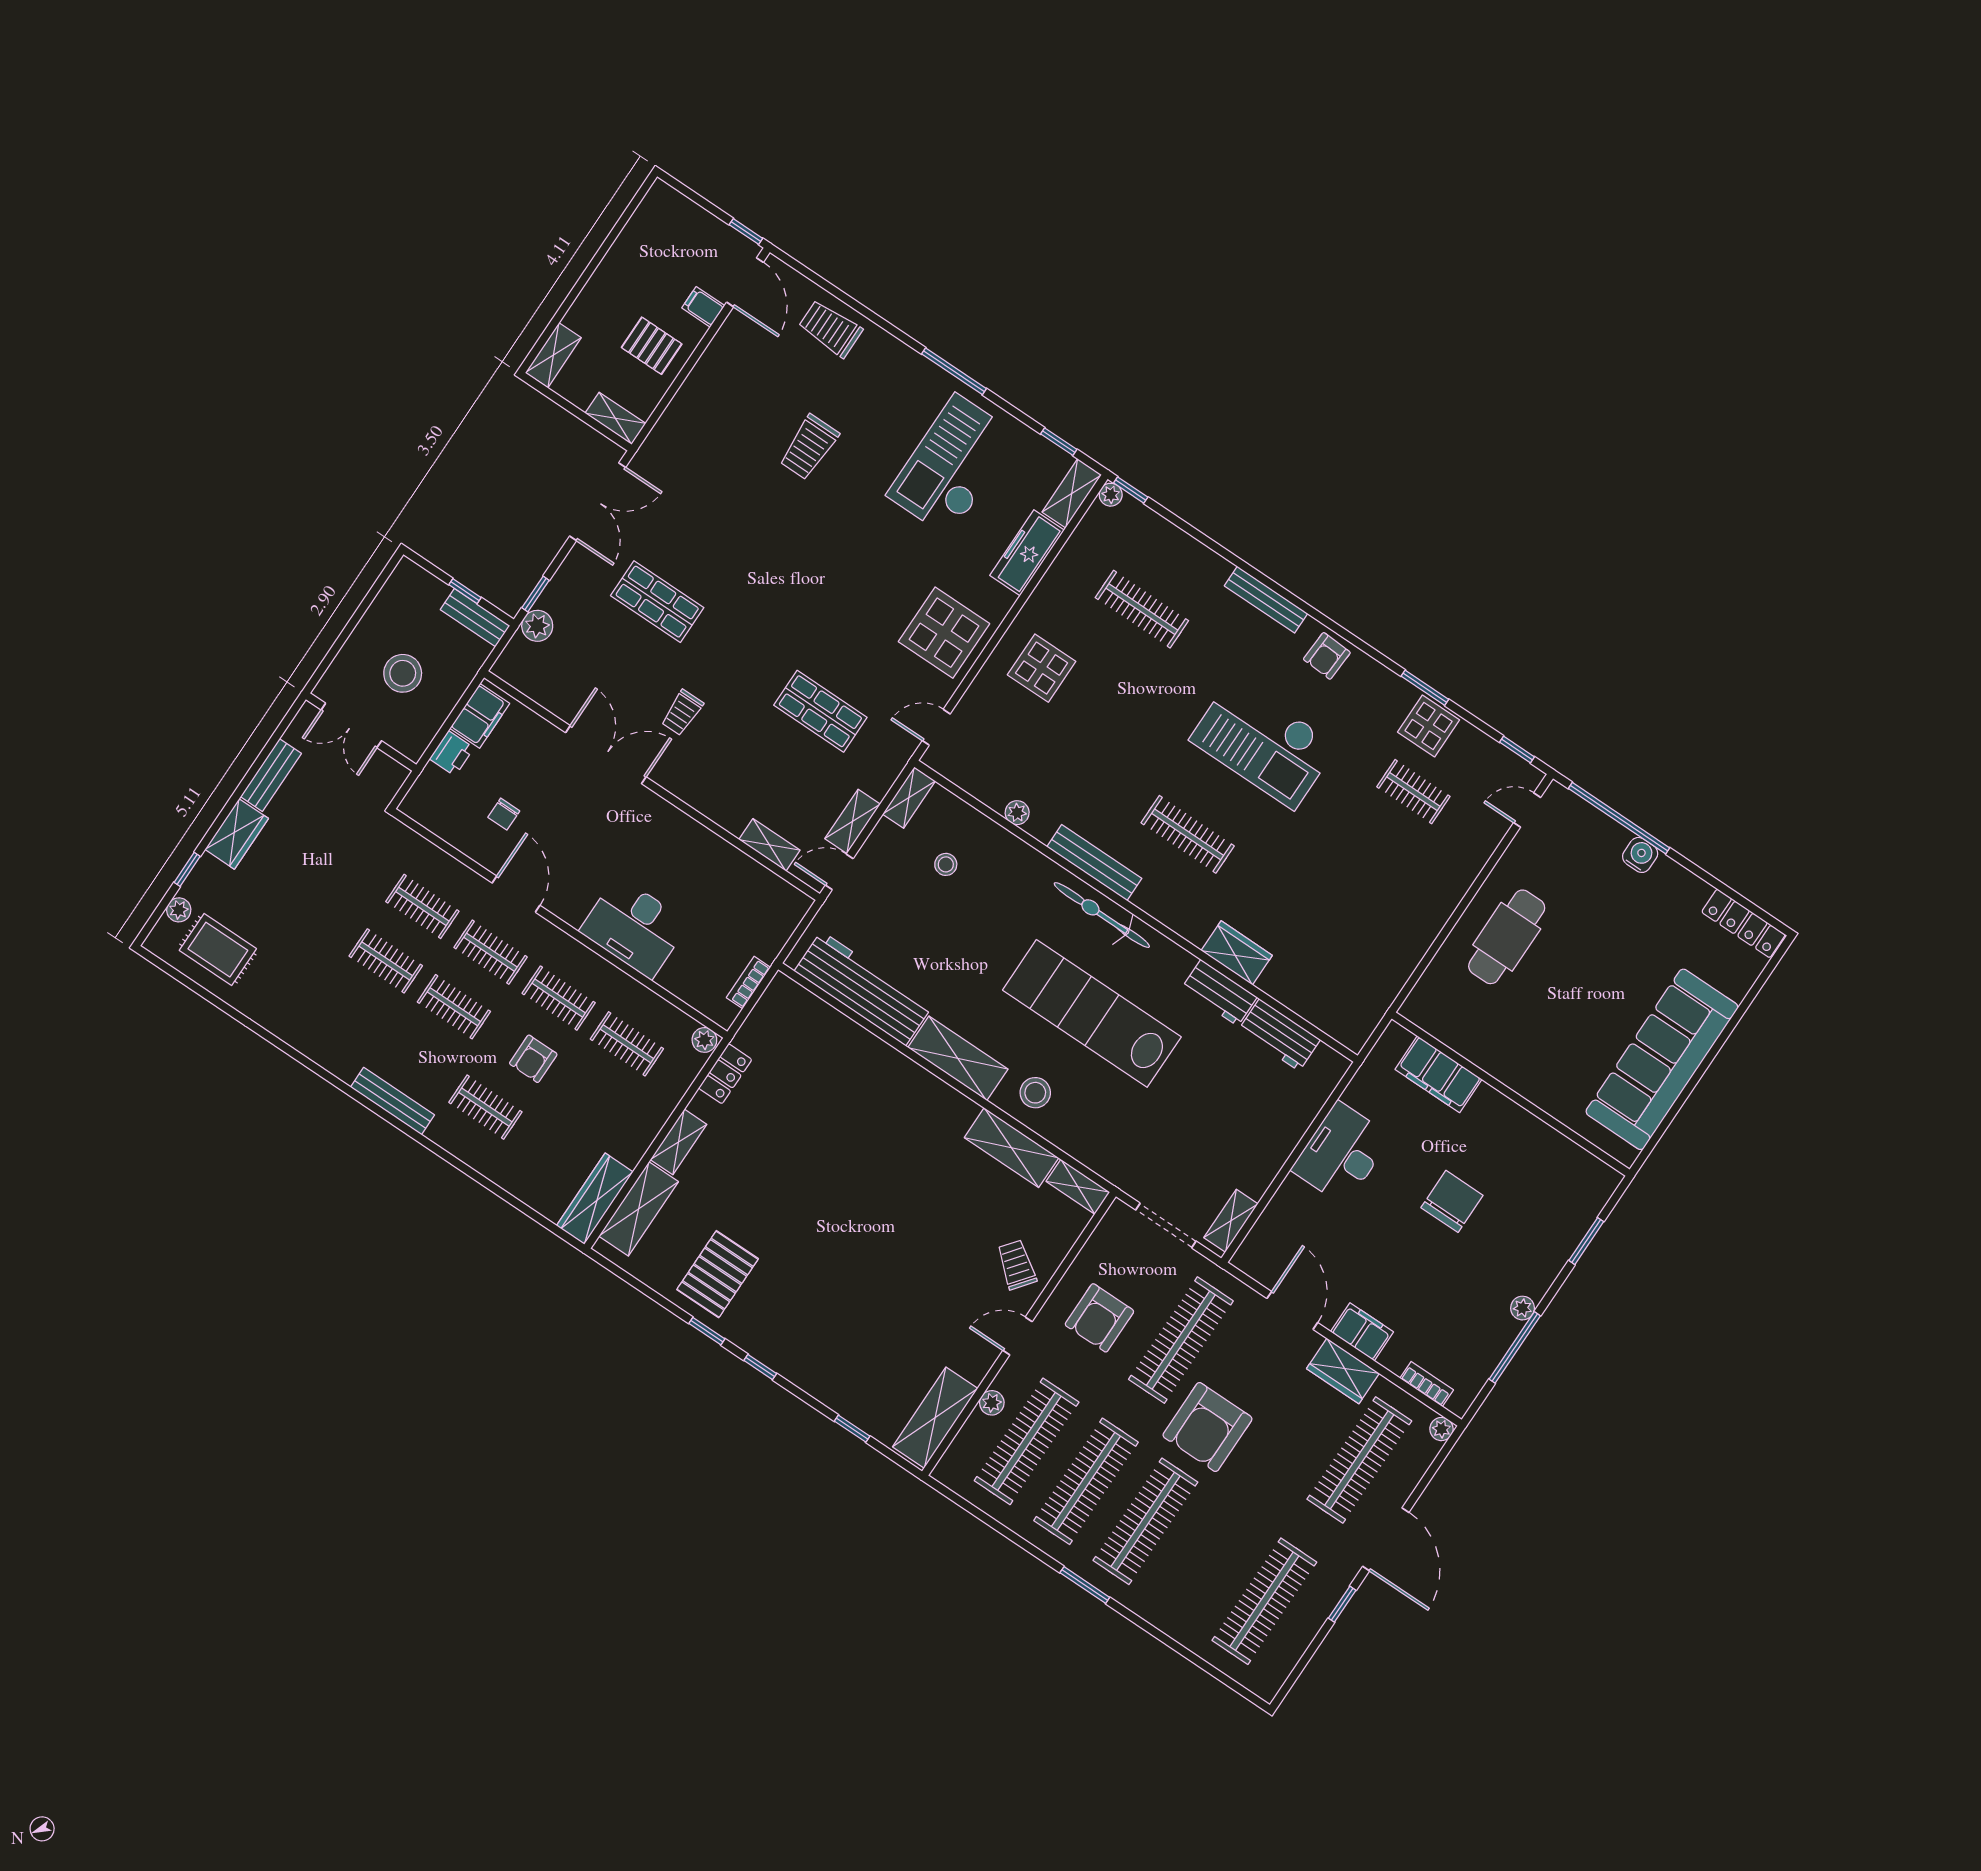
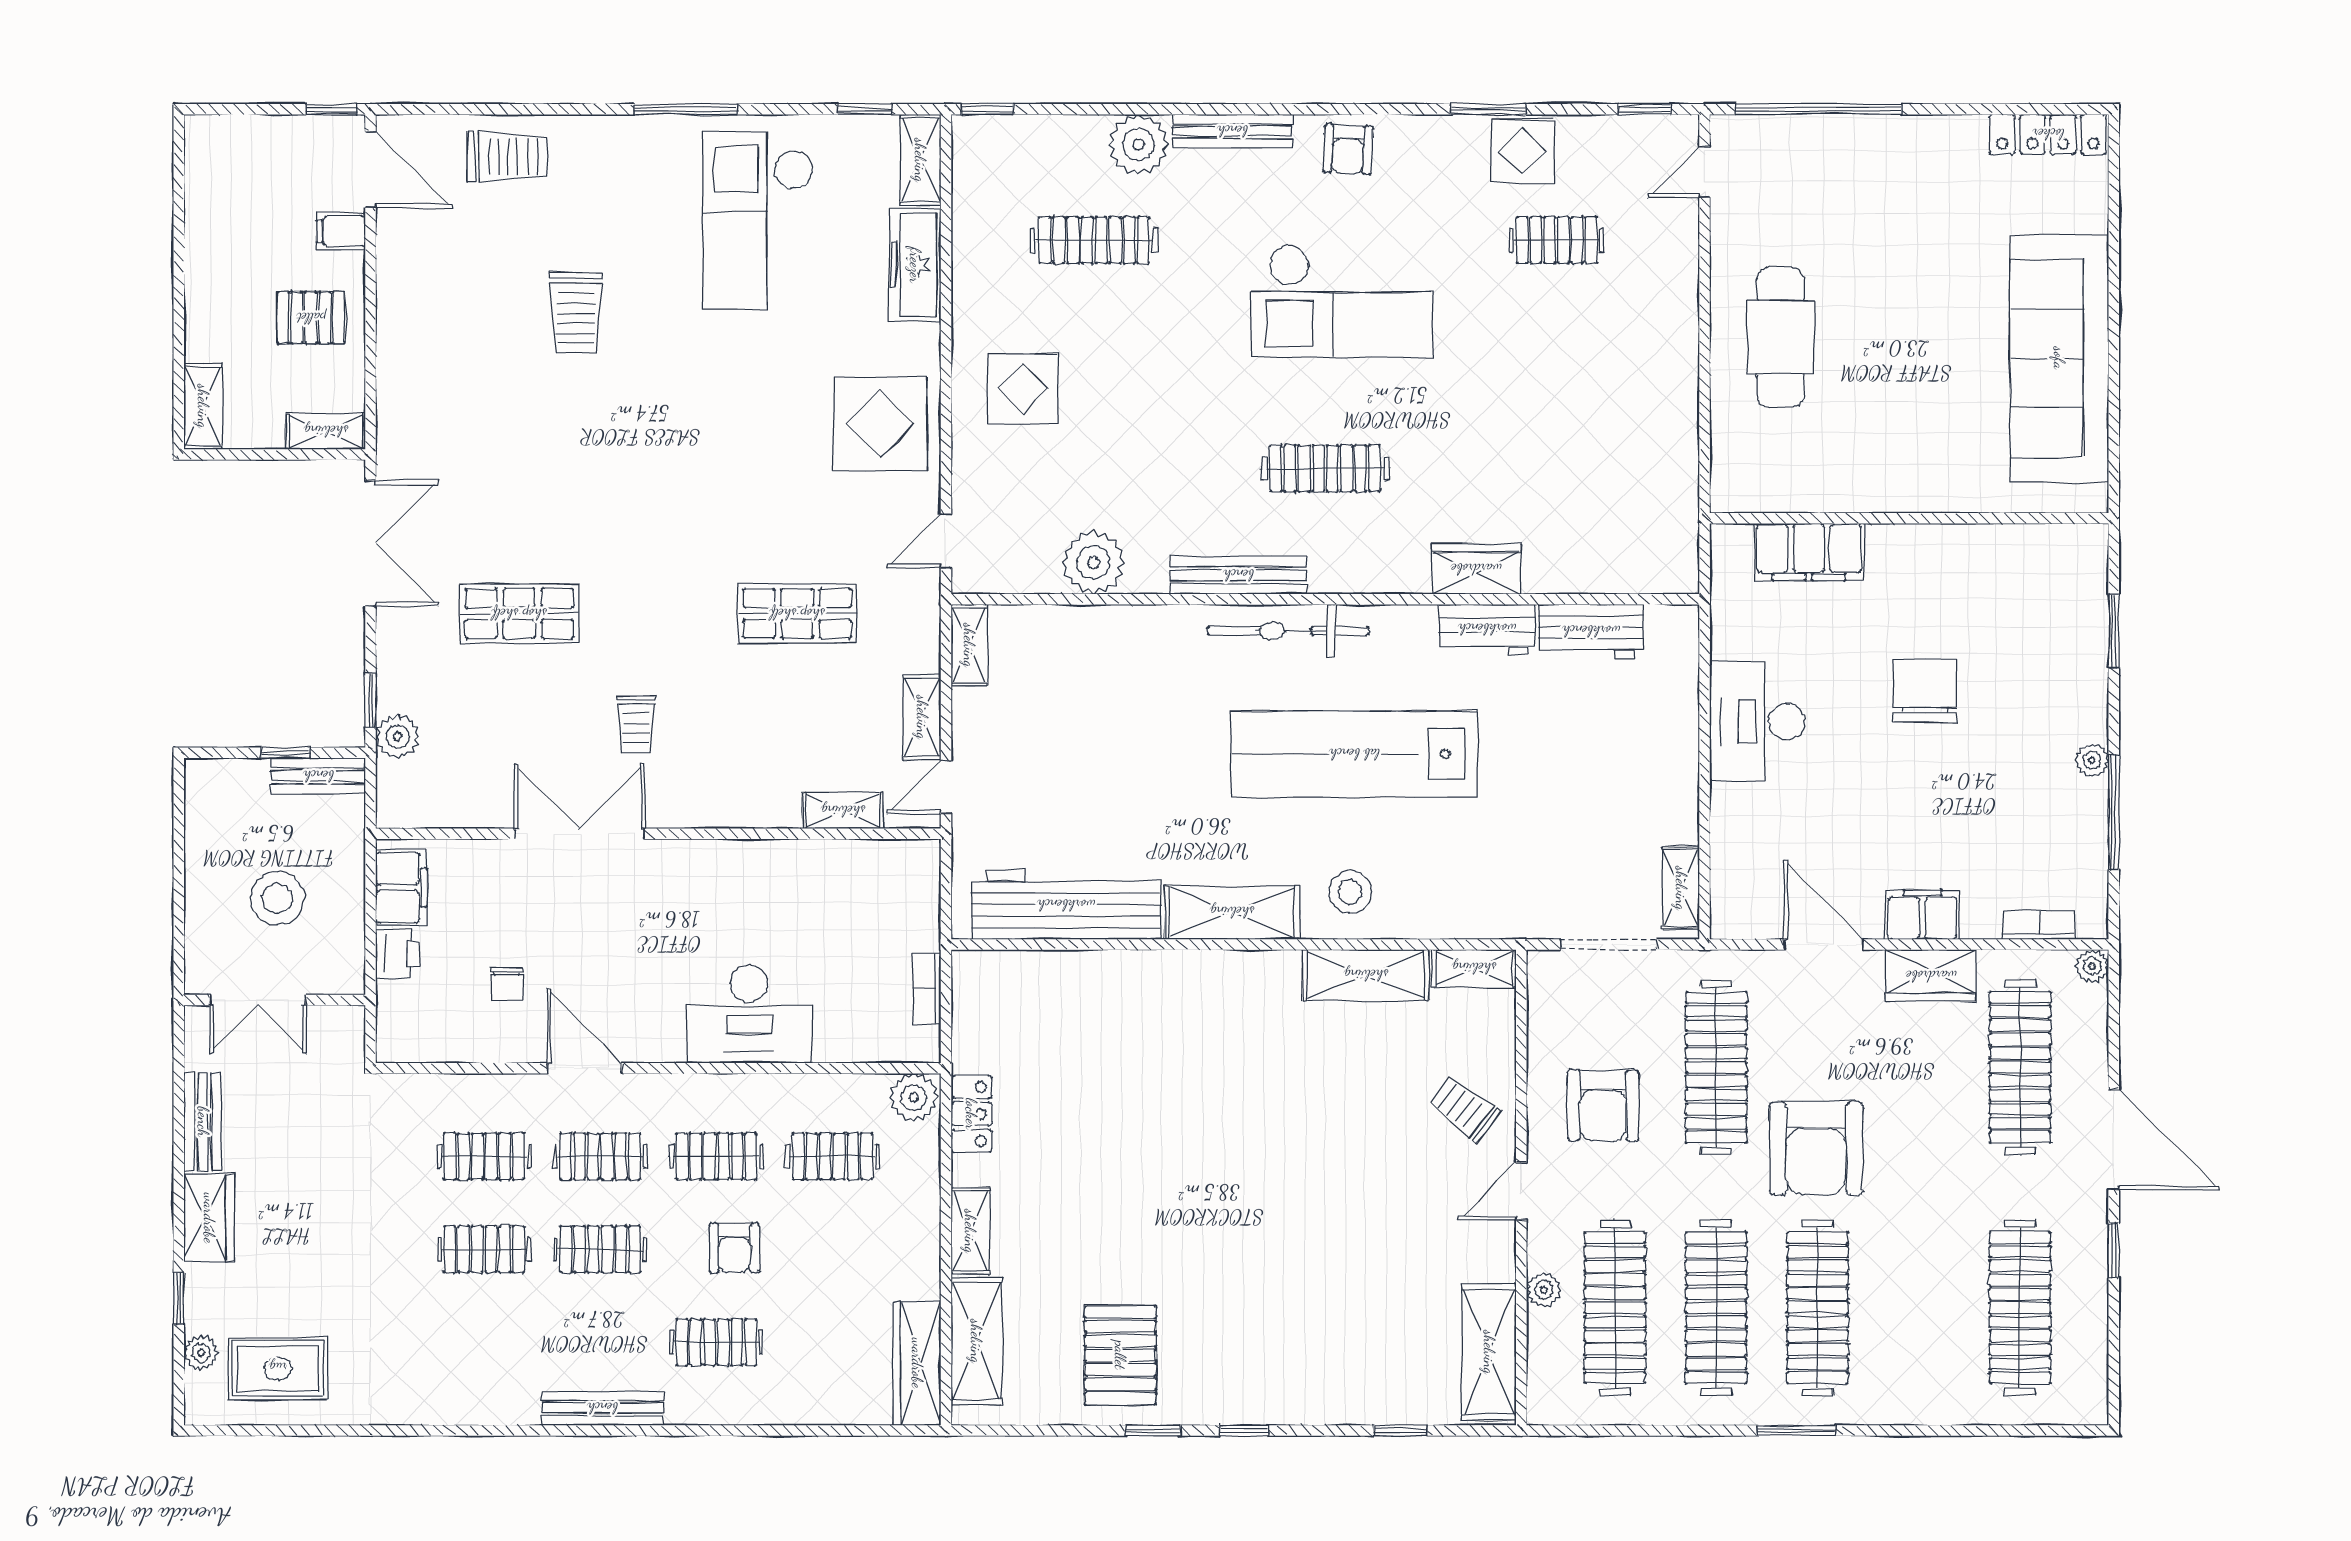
trolley: (830, 329) -> (507, 157), turned 180
plant: (1111, 495) -> (1138, 145), moved, width x1.87, depth x1.87
plant: (1017, 813) -> (1093, 563), width x1.87, depth x1.87
water cooler: (1640, 855) -> (1873, 136), removed
stool: (946, 864) -> (1065, 694), removed
plant: (704, 1040) -> (914, 1097), width x1.38, depth x1.38

